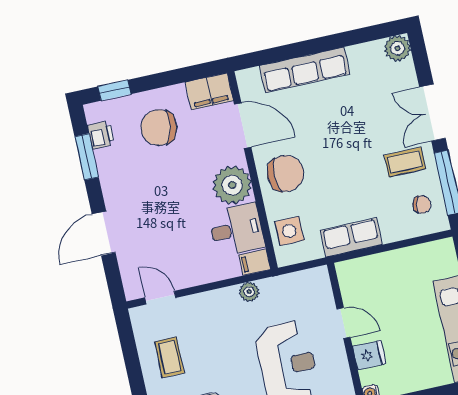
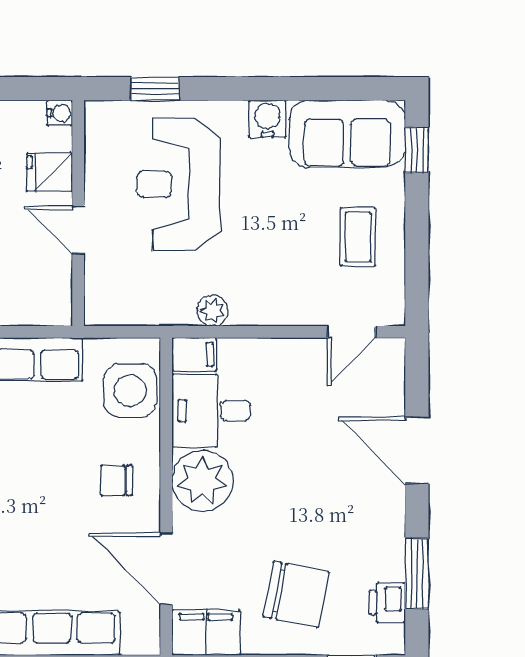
chair: (285, 173) -> (116, 480), width x0.54, depth x0.54
side table: (289, 231) -> (130, 391), width x1.37, depth x1.37
door: (104, 233) -> (417, 450), swing flipped
door: (160, 298) -> (352, 332), hinge flipped

